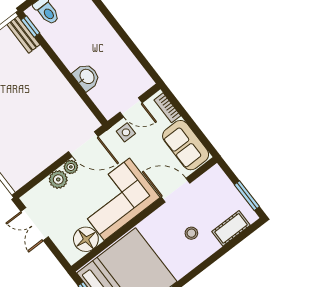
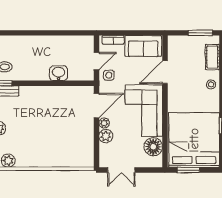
stool: (191, 233) -> (211, 84), moved

